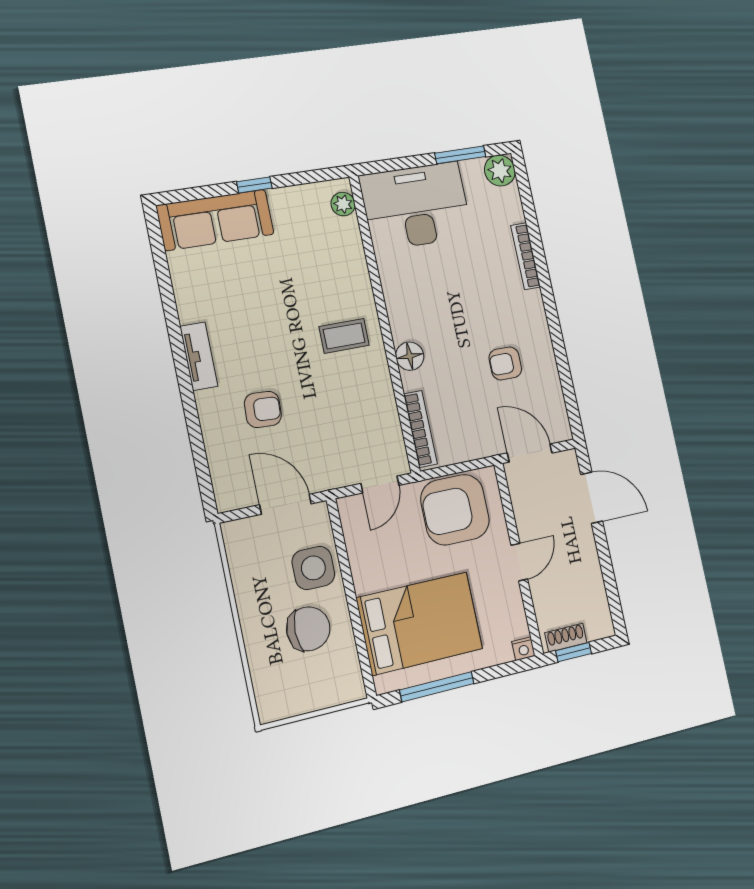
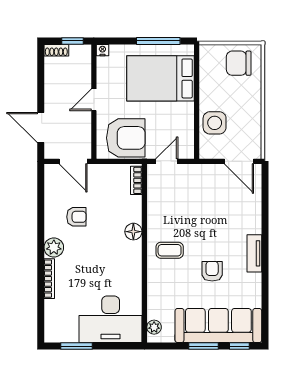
plant: (500, 171) -> (54, 247), moved
window: (254, 185) -> (203, 346), width x1.50
window: (193, 194) -> (239, 346), added
sofa: (215, 220) -> (218, 326), width x1.36, depth x1.27
armchair: (263, 409) -> (212, 271), moved, turned 87
bookcase: (420, 429) -> (136, 180), width x0.64
door: (286, 504) -> (239, 161), moved
chair: (308, 629) -> (239, 63), moved
shoe rack: (566, 638) -> (56, 50), moved

